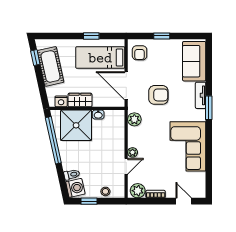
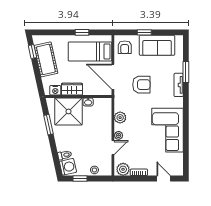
sofa: (194, 61) -> (157, 45), moved, turned -90
window: (209, 108) -> (186, 72), moved
plant: (134, 119) -> (120, 118), moved
window: (53, 140) -> (48, 125), width x0.47

